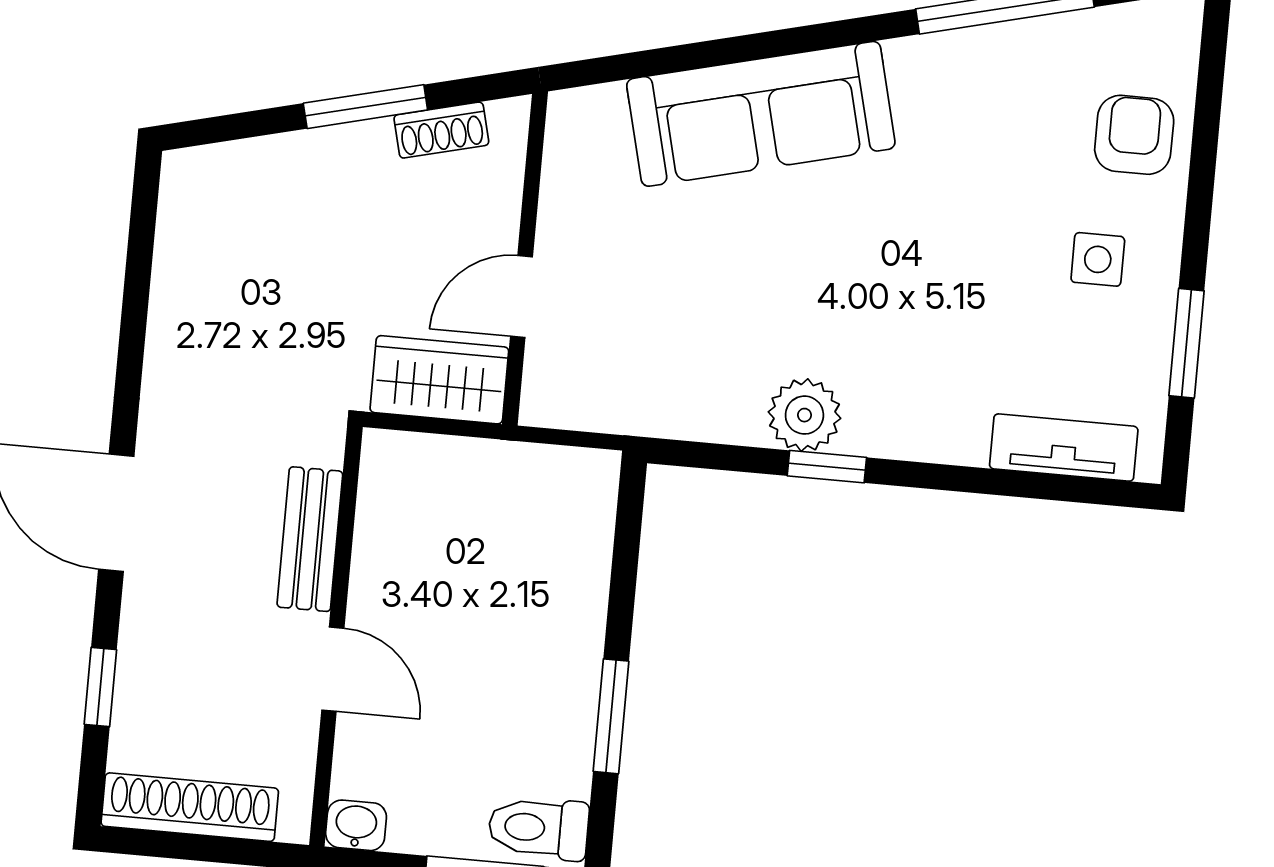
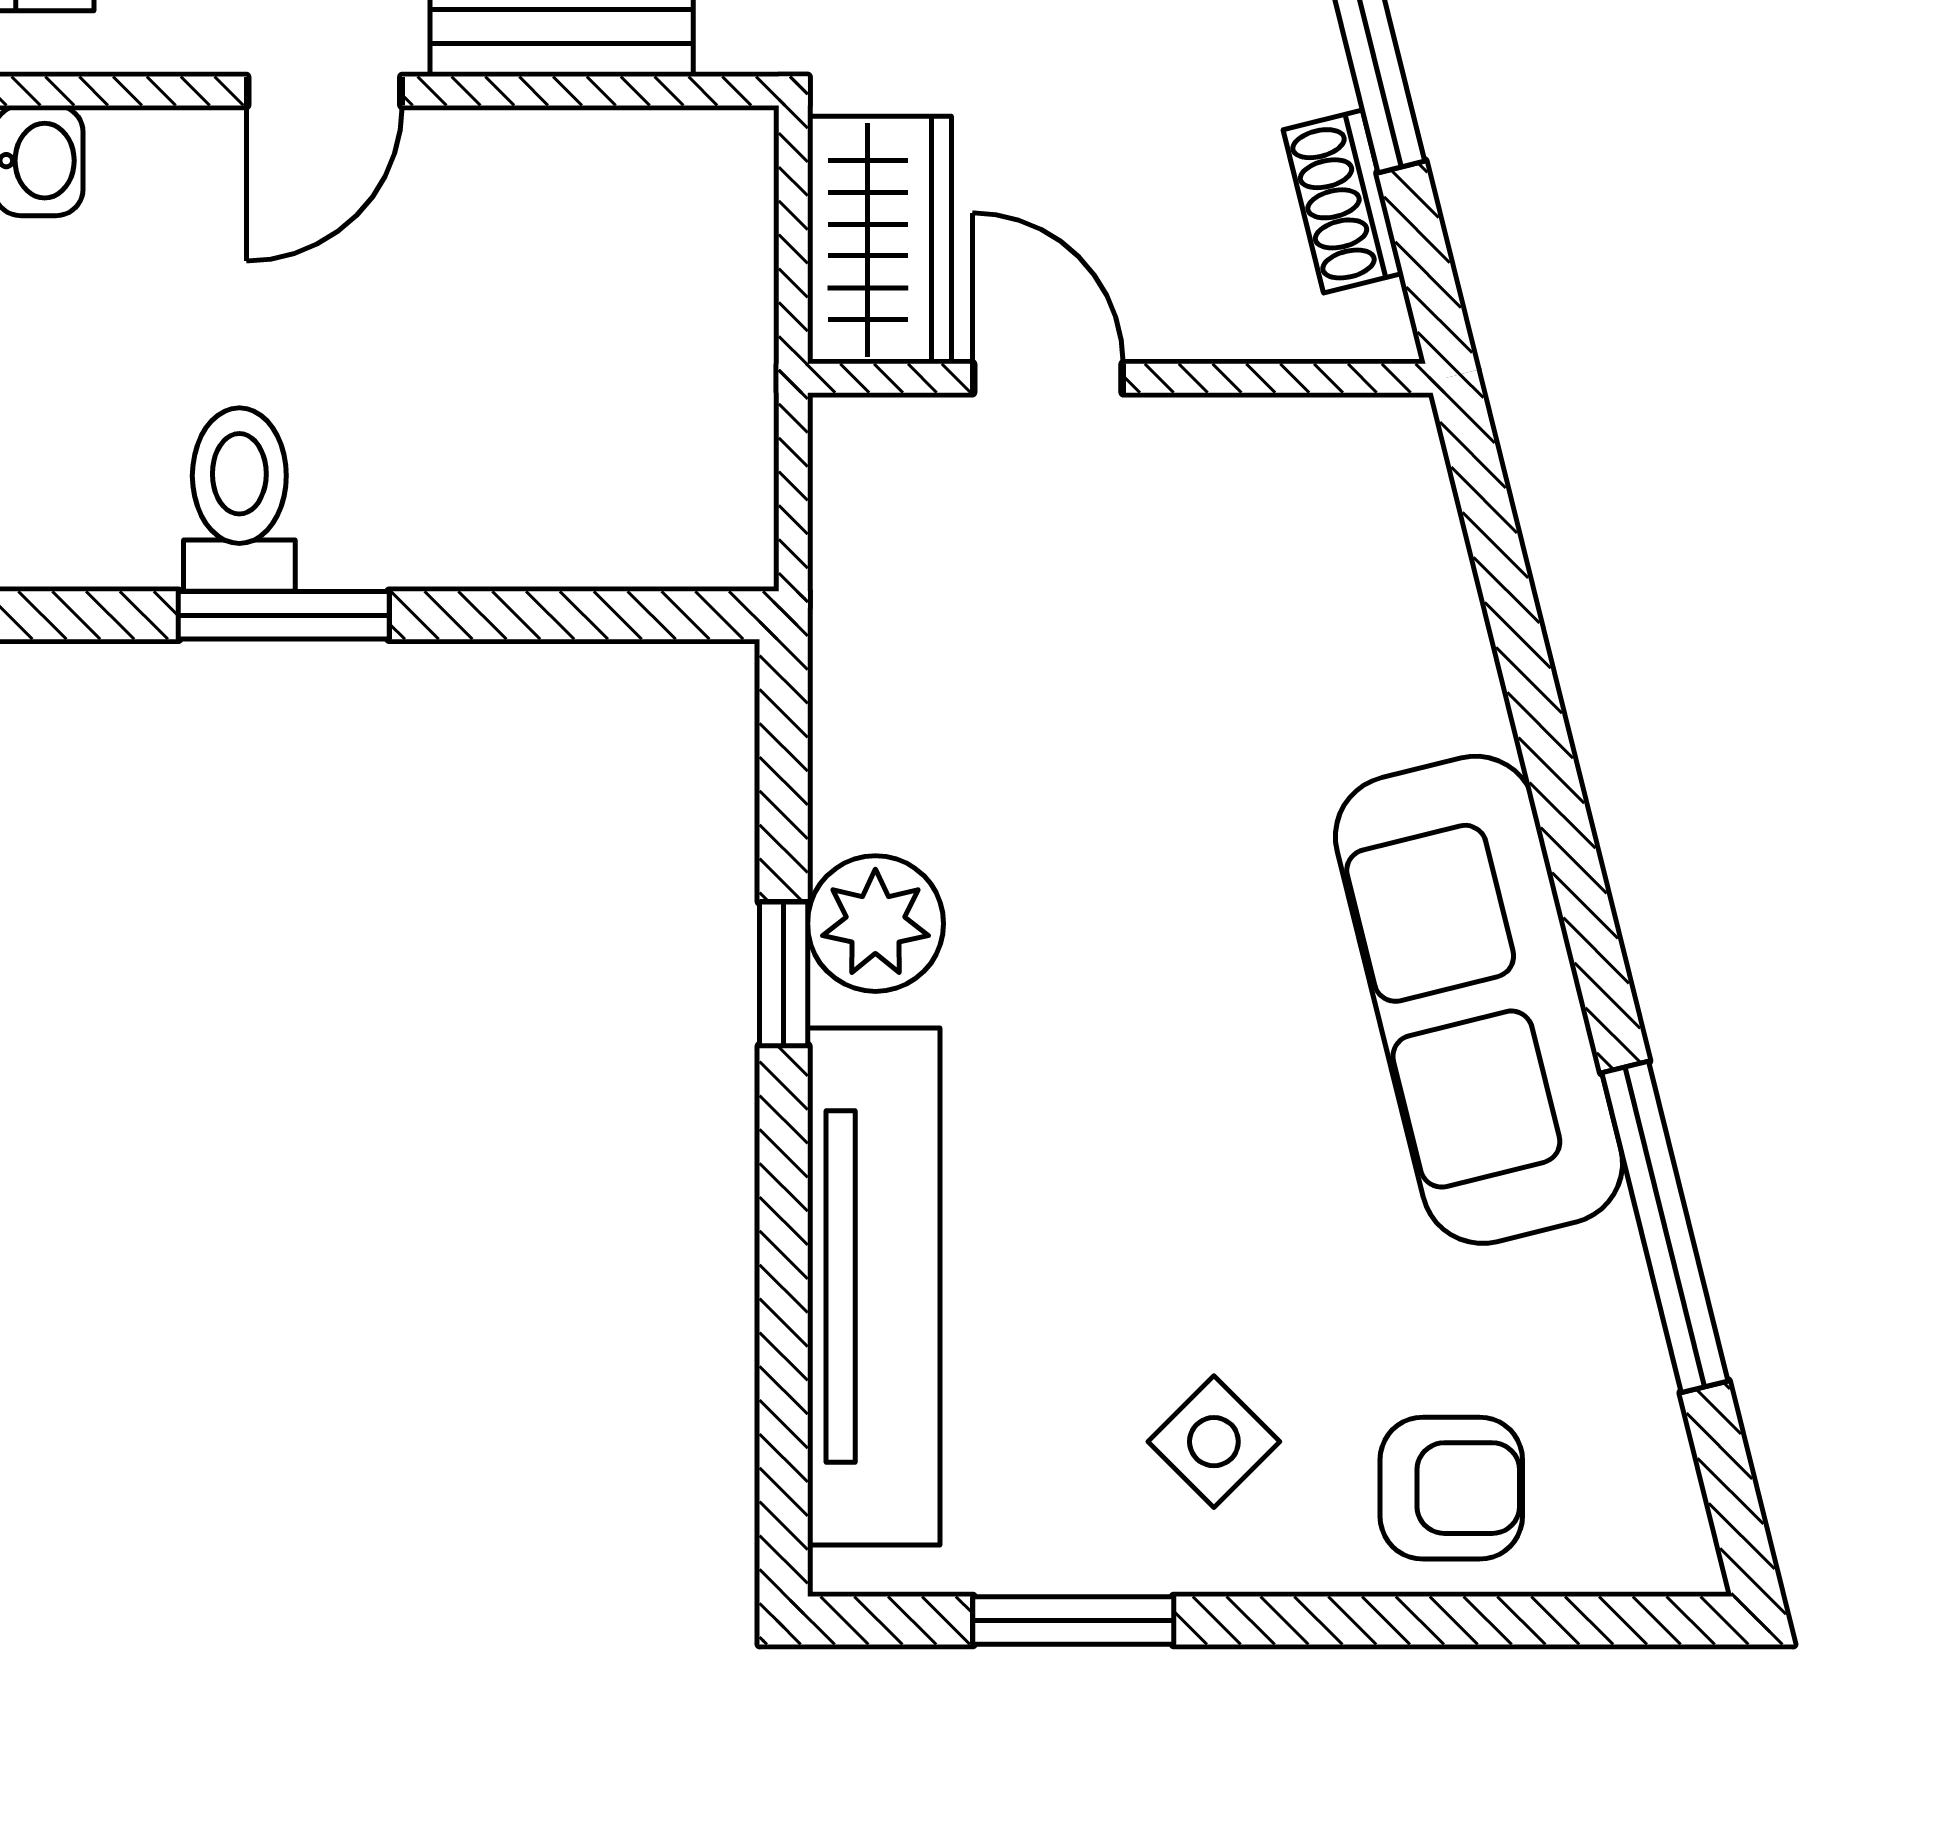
sofa: (761, 114) -> (1479, 1000), moved
side table: (1098, 259) -> (1214, 1442), turned 45
tv unit: (1064, 448) -> (874, 1287), width x1.92, depth x1.29
toilet: (538, 828) -> (239, 500), moved

